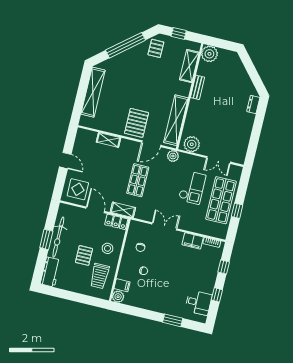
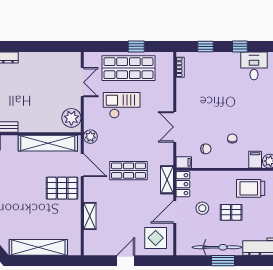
filing cabinet: (193, 241) -> (184, 162), moved, width x0.50
stool: (107, 248) -> (202, 208), moved
trolley: (100, 276) -> (251, 188), turned 180

